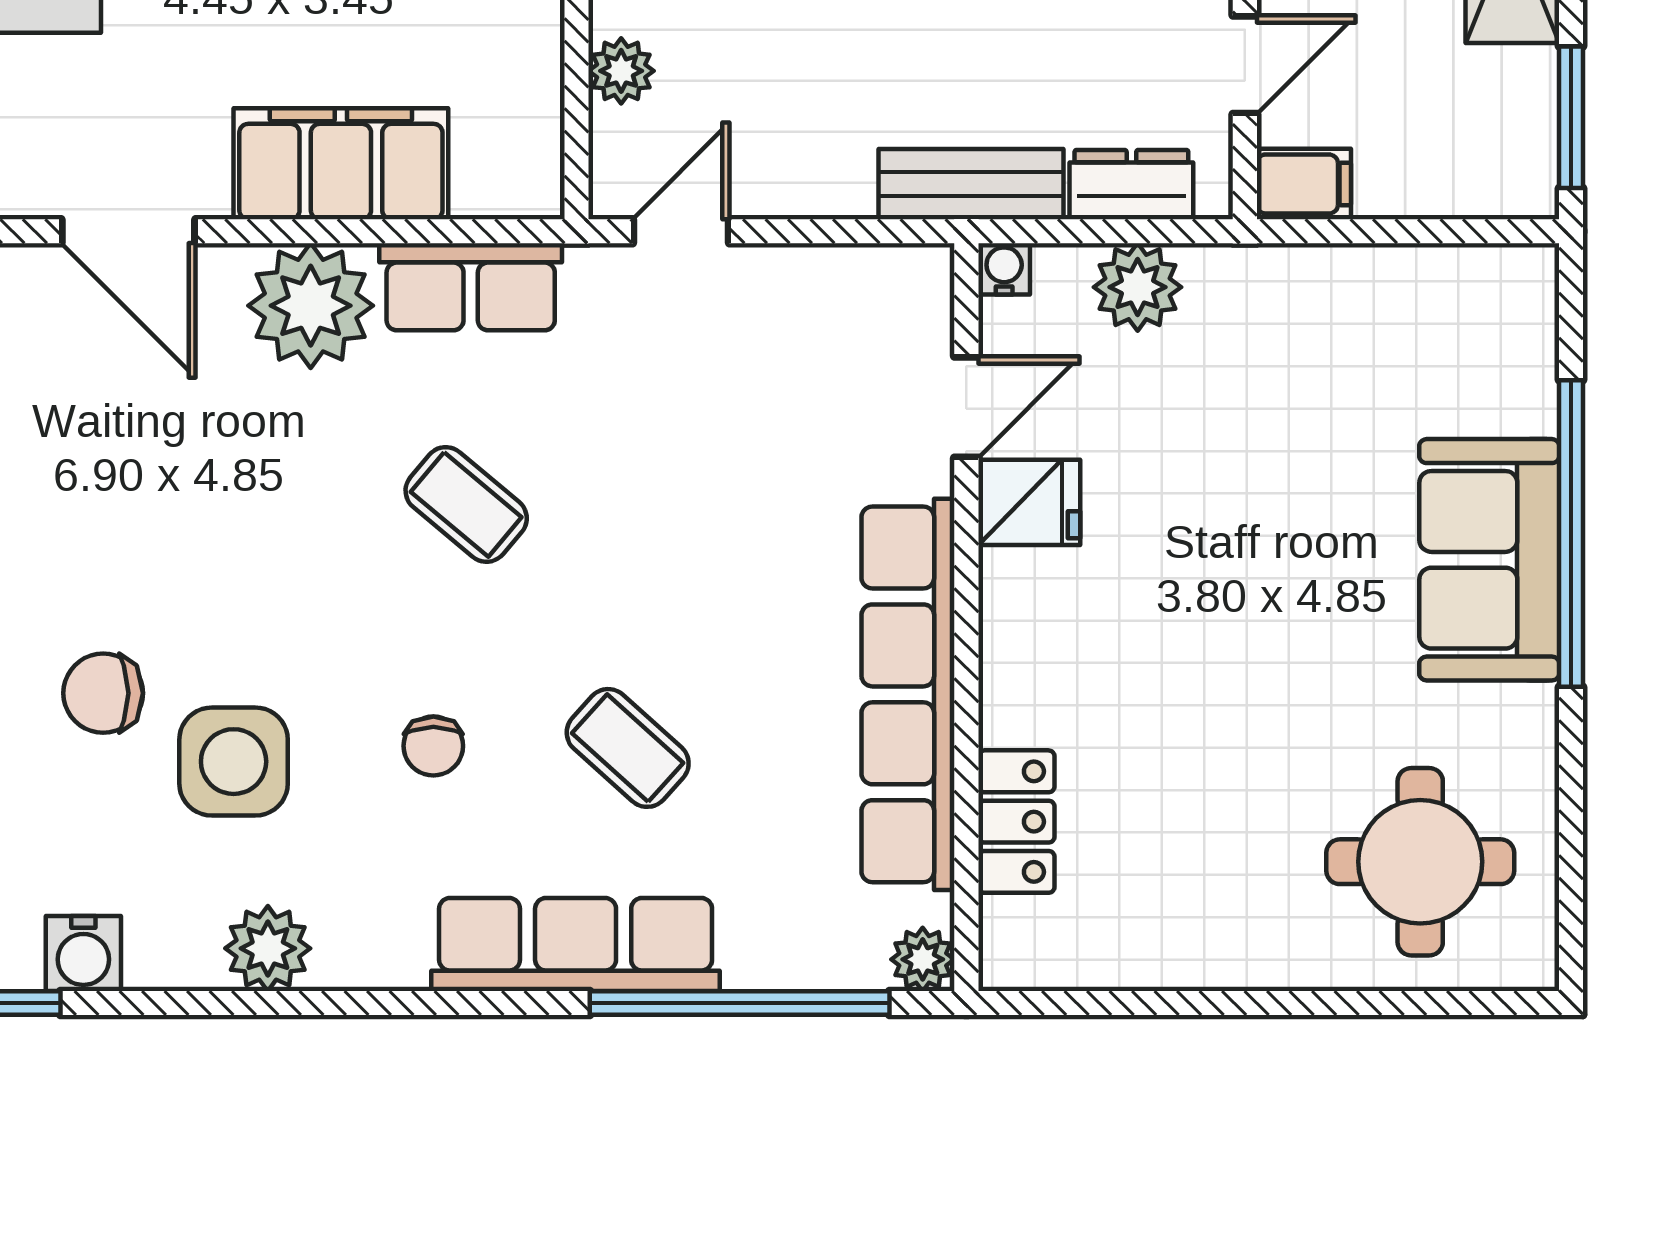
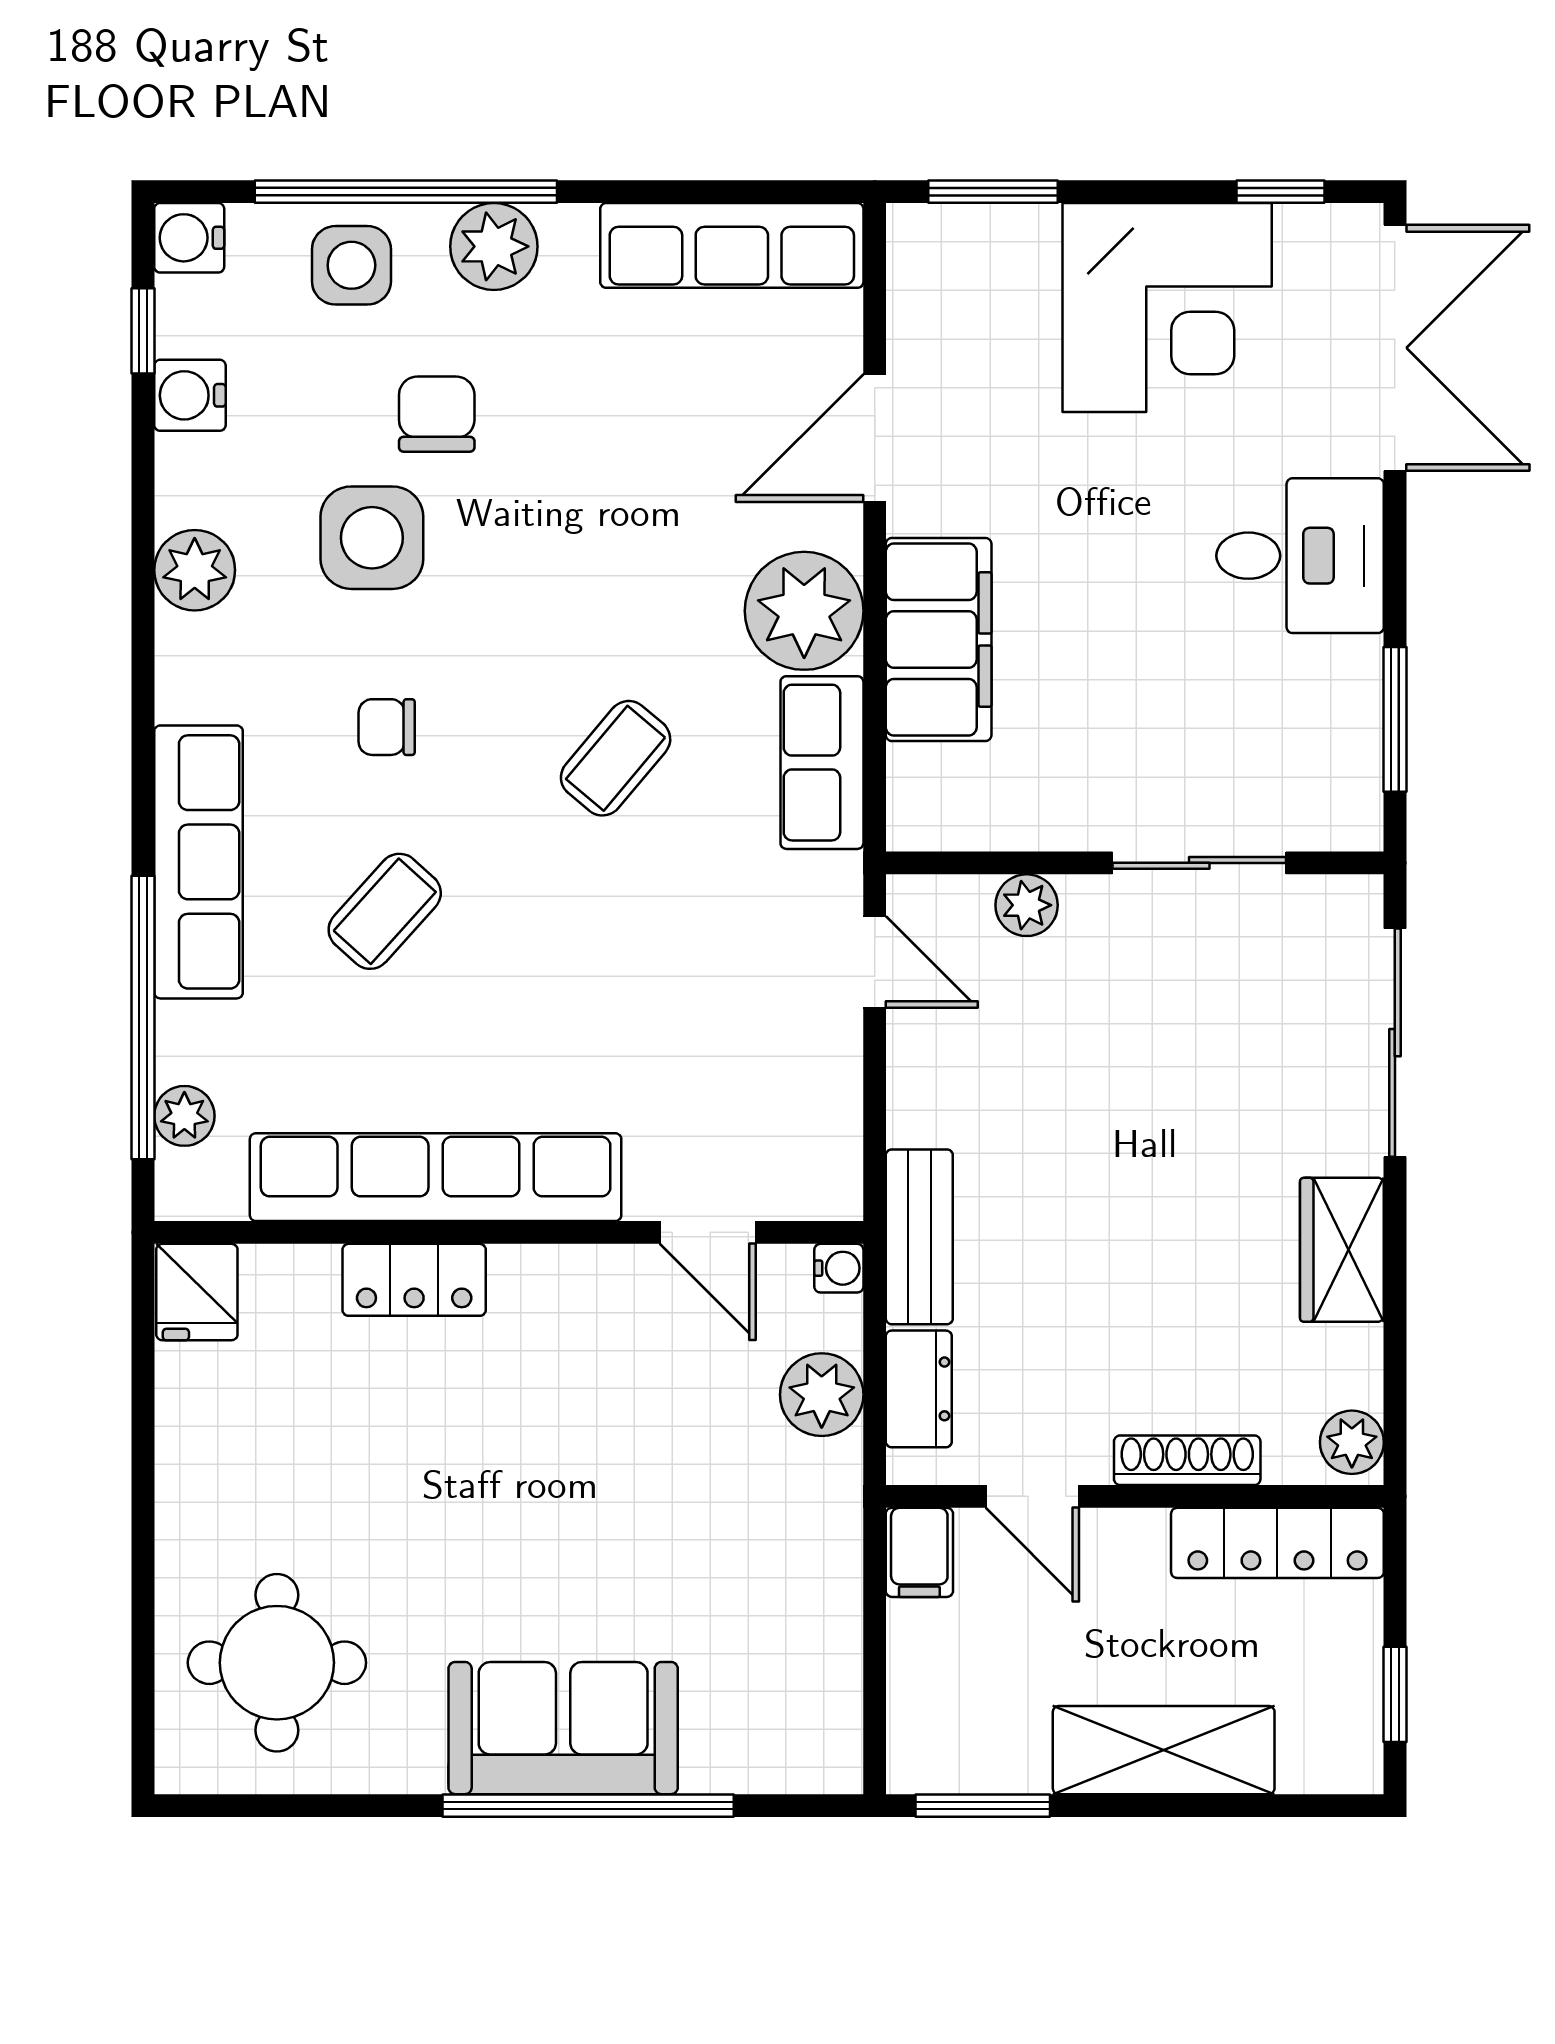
fridge: (1029, 502) -> (197, 1292), moved
locker: (1016, 822) -> (414, 1280), moved
plant: (923, 959) -> (184, 1116), moved

